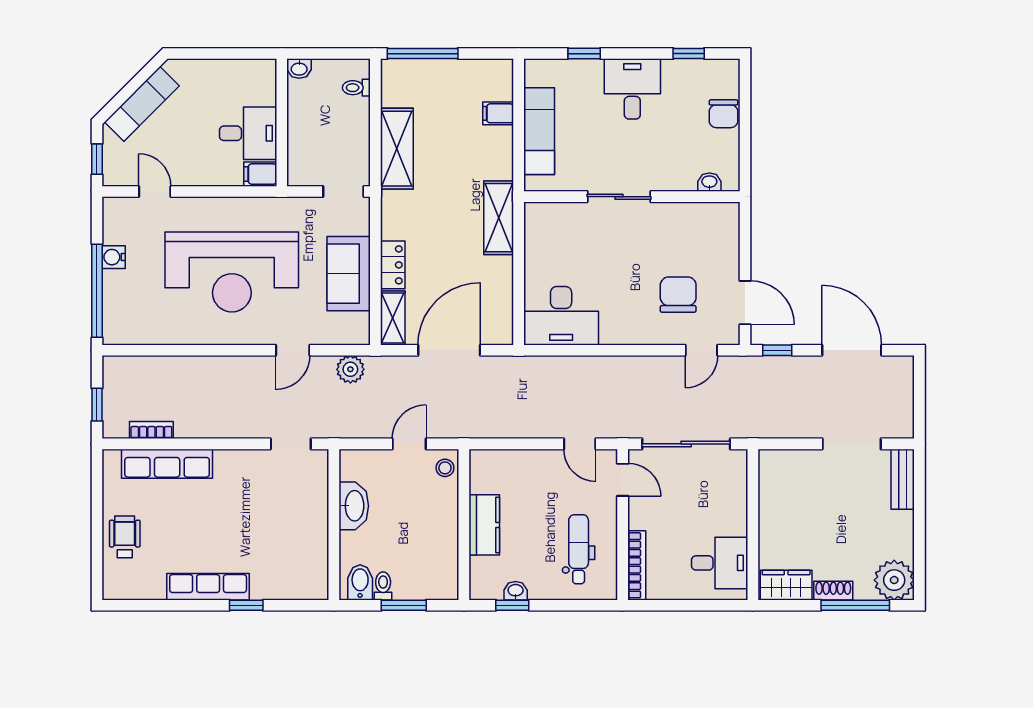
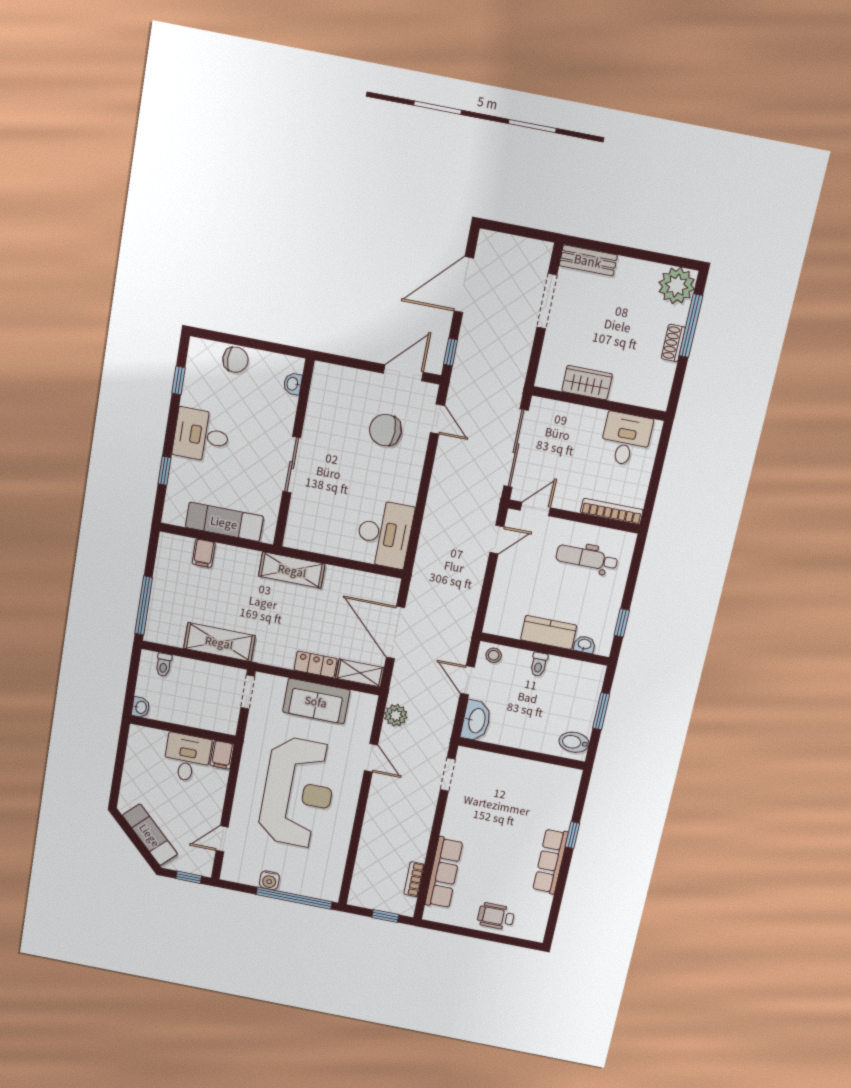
washbasin: (354, 506) -> (476, 721), moved, turned 90
wardrobe: (786, 585) -> (587, 383), moved, turned 90
toilet: (383, 586) -> (539, 664), moved, turned -90
washbasin: (516, 591) -> (585, 645), moved, turned 90

